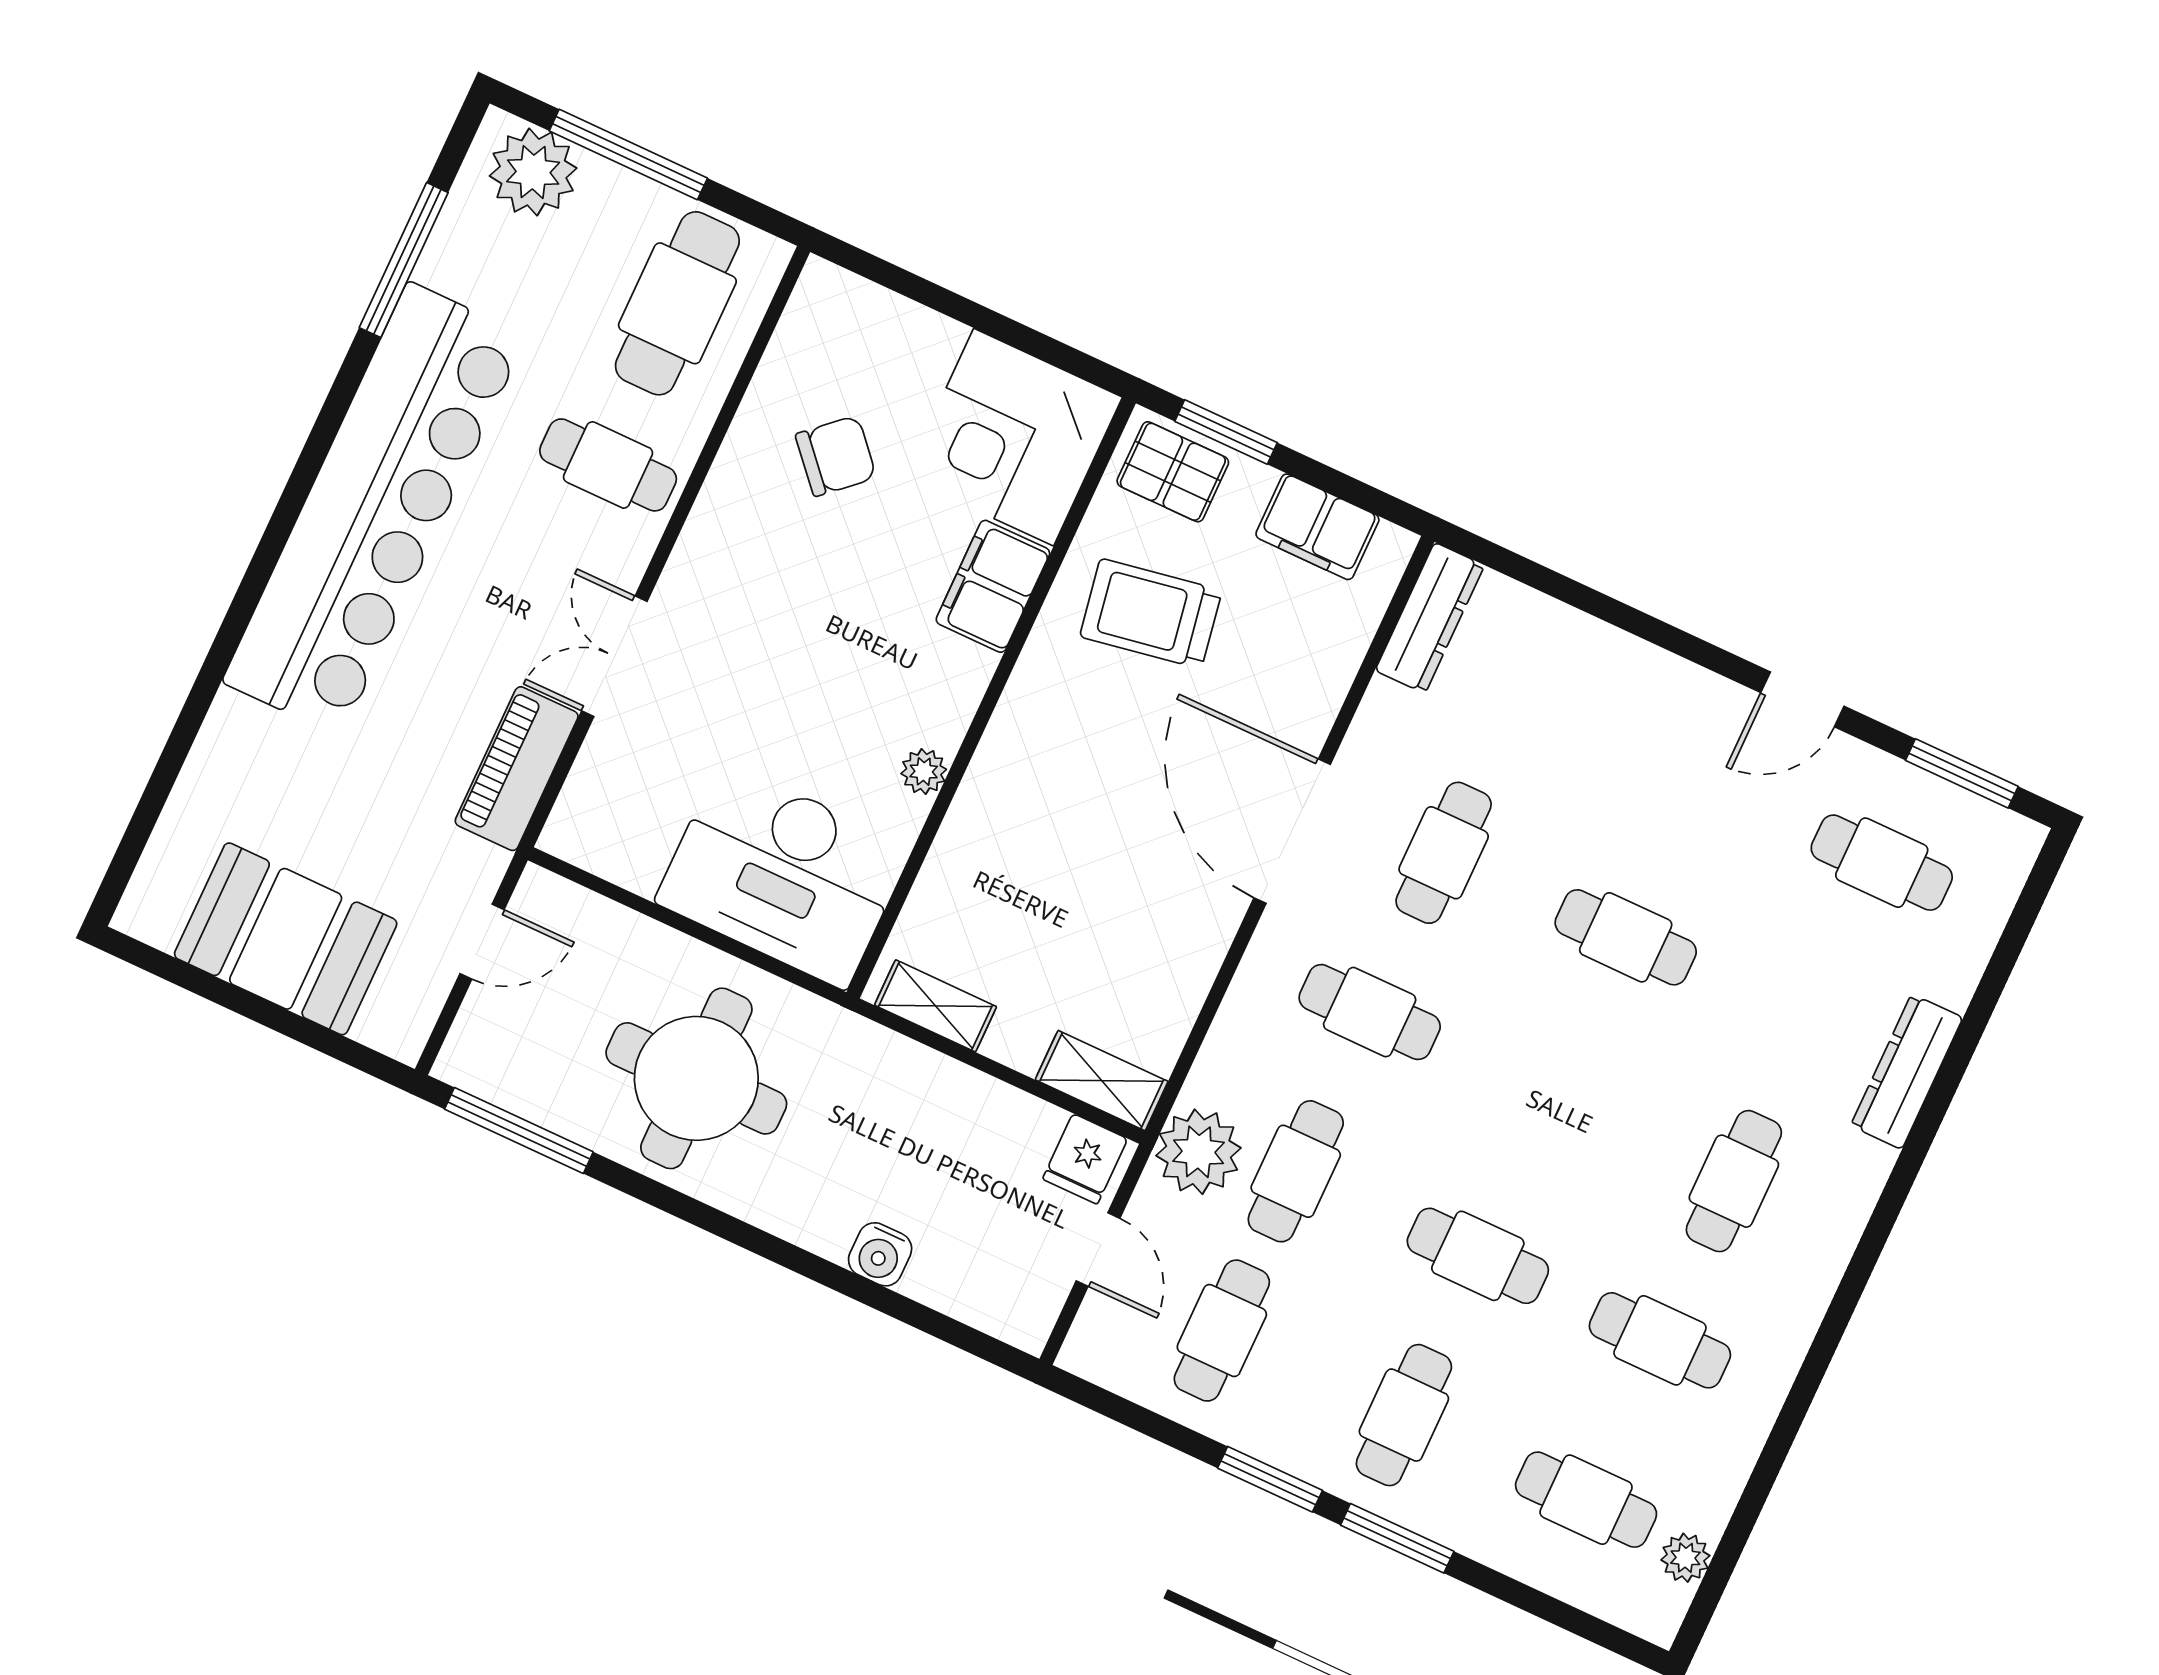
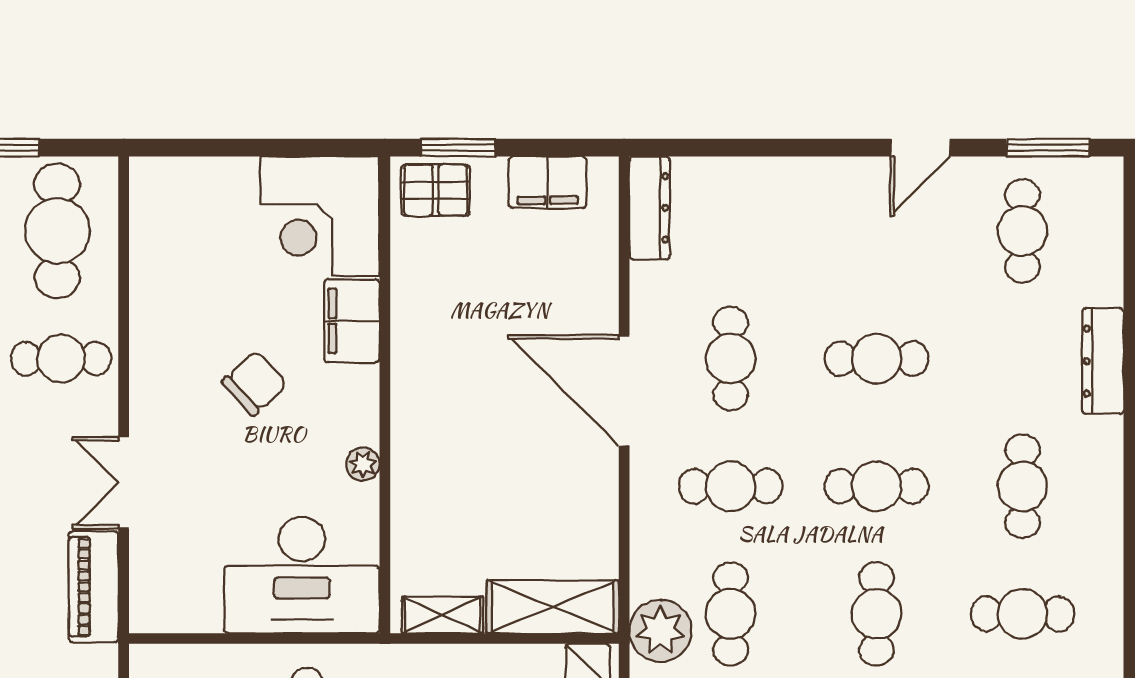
chair: (836, 456) -> (254, 383), moved
trolley: (1151, 614) -> (464, 290), removed
cafe table: (1882, 863) -> (1022, 231), turned 90
shelving: (1102, 1081) -> (553, 607), width x1.50, depth x1.33
cafe table: (1552, 1097) -> (877, 486), added
cafe table: (1478, 1256) -> (877, 614), turned 90

